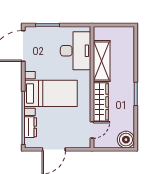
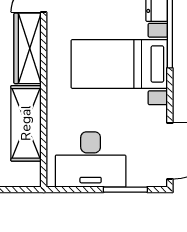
desk: (76, 51) -> (91, 159), moved, turned -90

